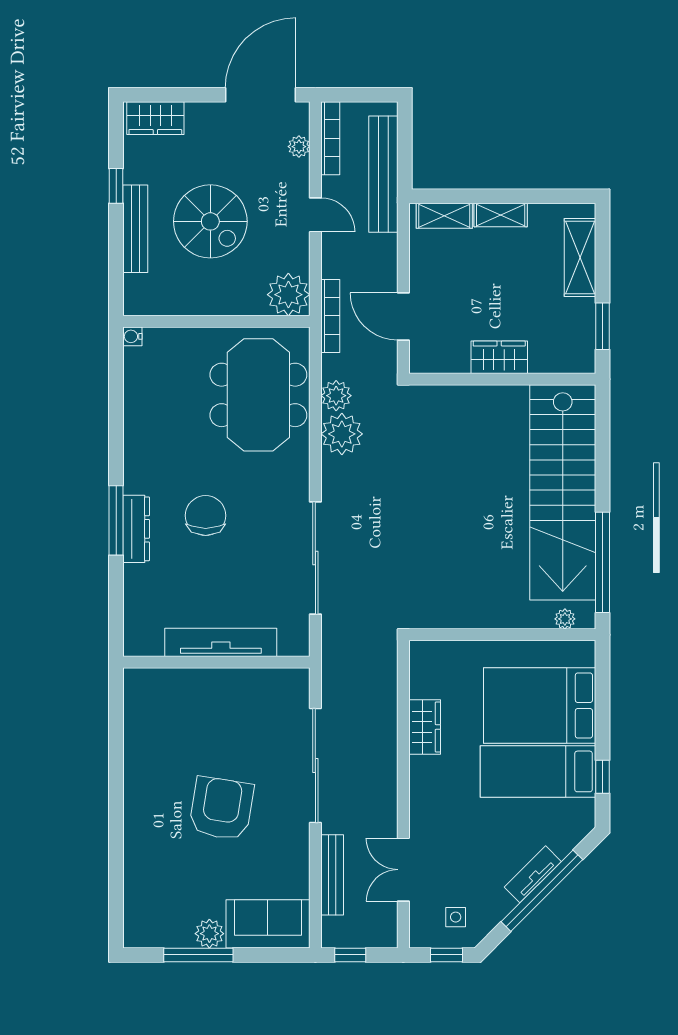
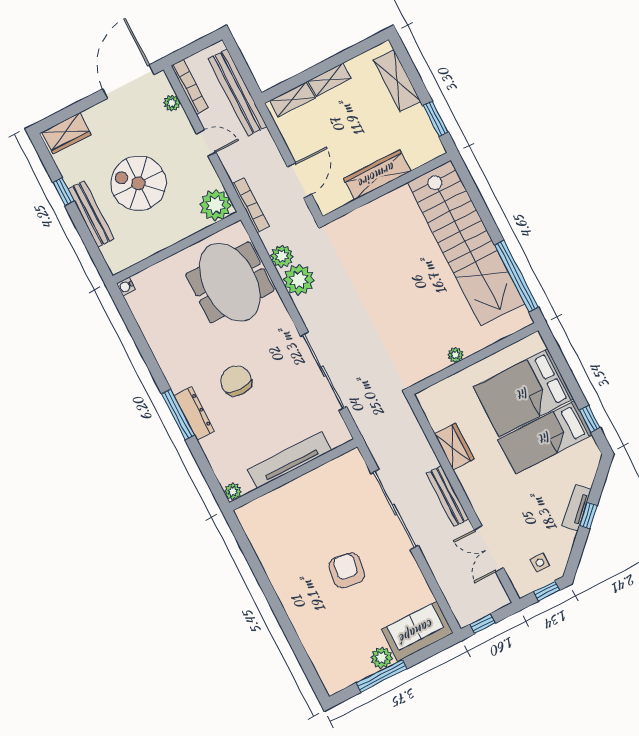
spiral stairs: (210, 221) -> (138, 183), turned 180
door: (403, 317) -> (299, 181), swing flipped
wardrobe: (499, 357) -> (377, 175), width x1.50
plant: (565, 619) -> (455, 355), moved
plant: (134, 645) -> (233, 491), added
armchair: (221, 808) -> (347, 570), width x0.73, depth x0.73
bench: (332, 875) -> (448, 496), moved
window: (542, 891) -> (588, 515), width x0.32

